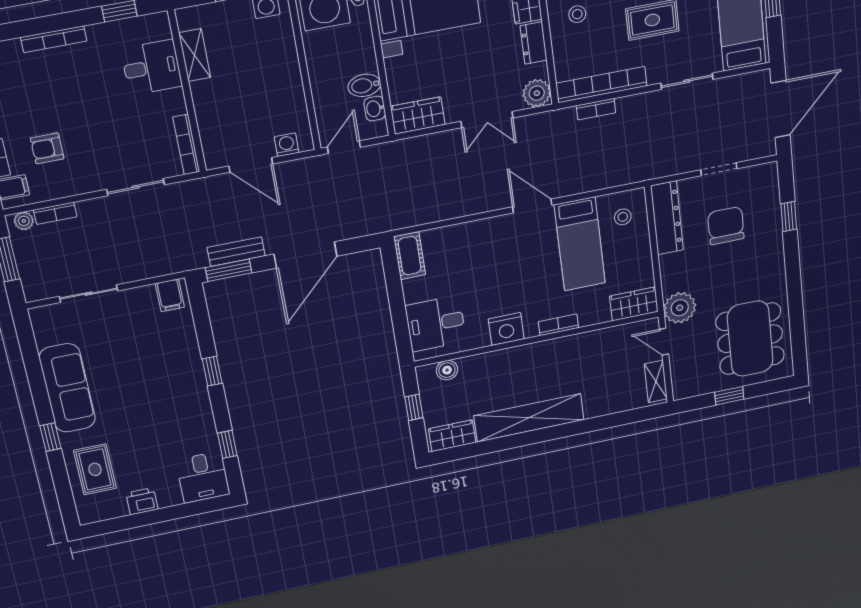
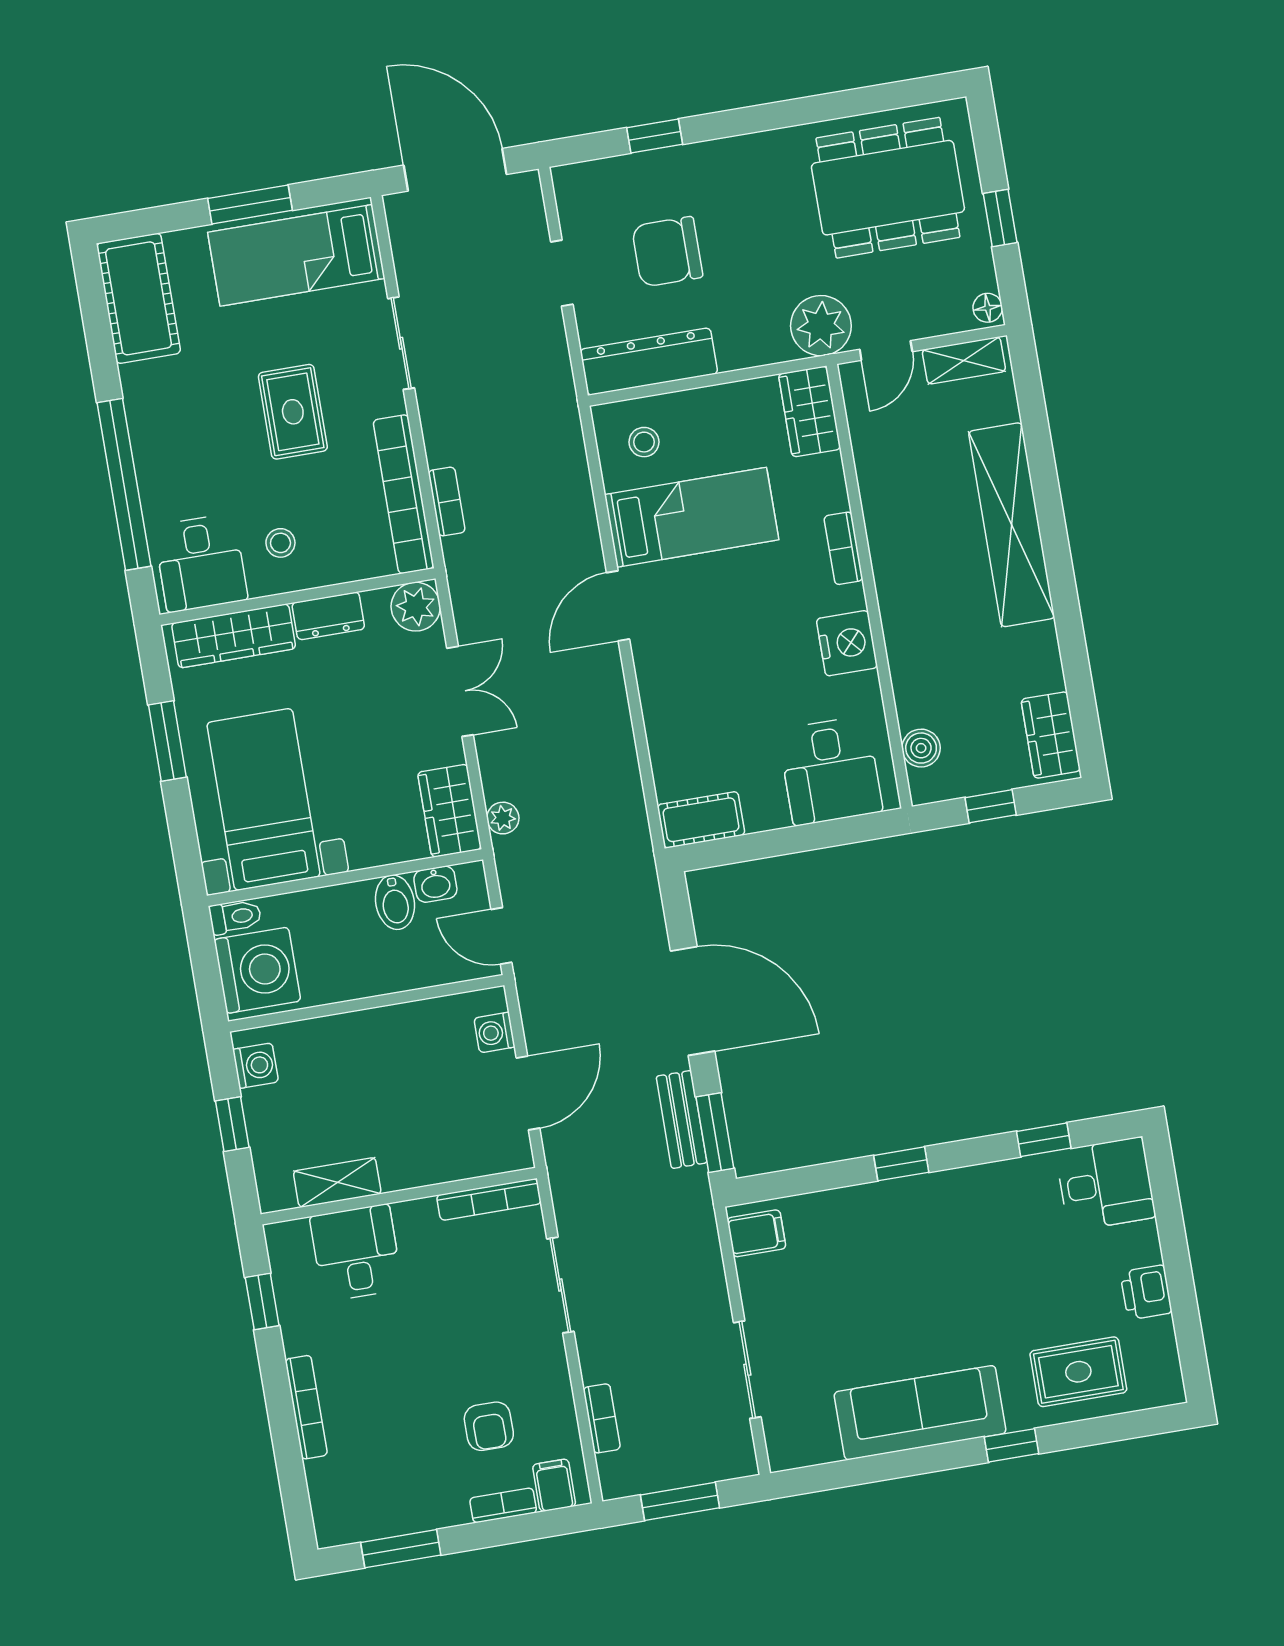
plant: (24, 221) -> (503, 818), moved
floor lamp: (683, 392) -> (988, 308), added
shelving: (529, 418) -> (1012, 525), moved

